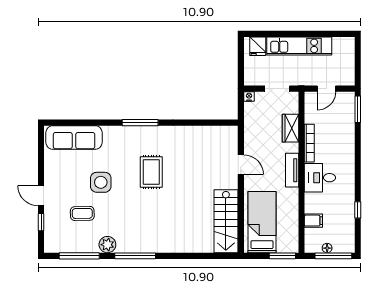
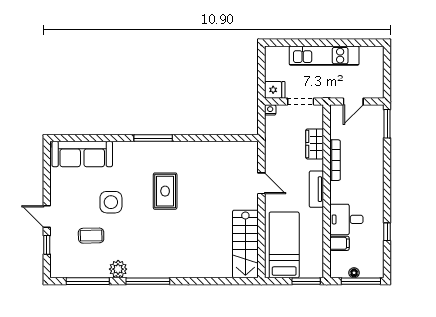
fridge: (258, 46) -> (275, 90), moved, turned -90
desk: (320, 178) -> (346, 219), moved

